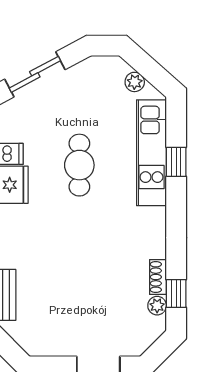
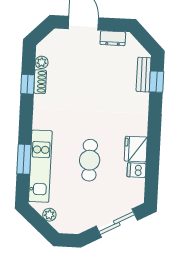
window: (176, 162) -> (24, 159), width x1.50
window: (176, 293) -> (28, 84), moved
dresser: (54, 346) -> (113, 38), added

